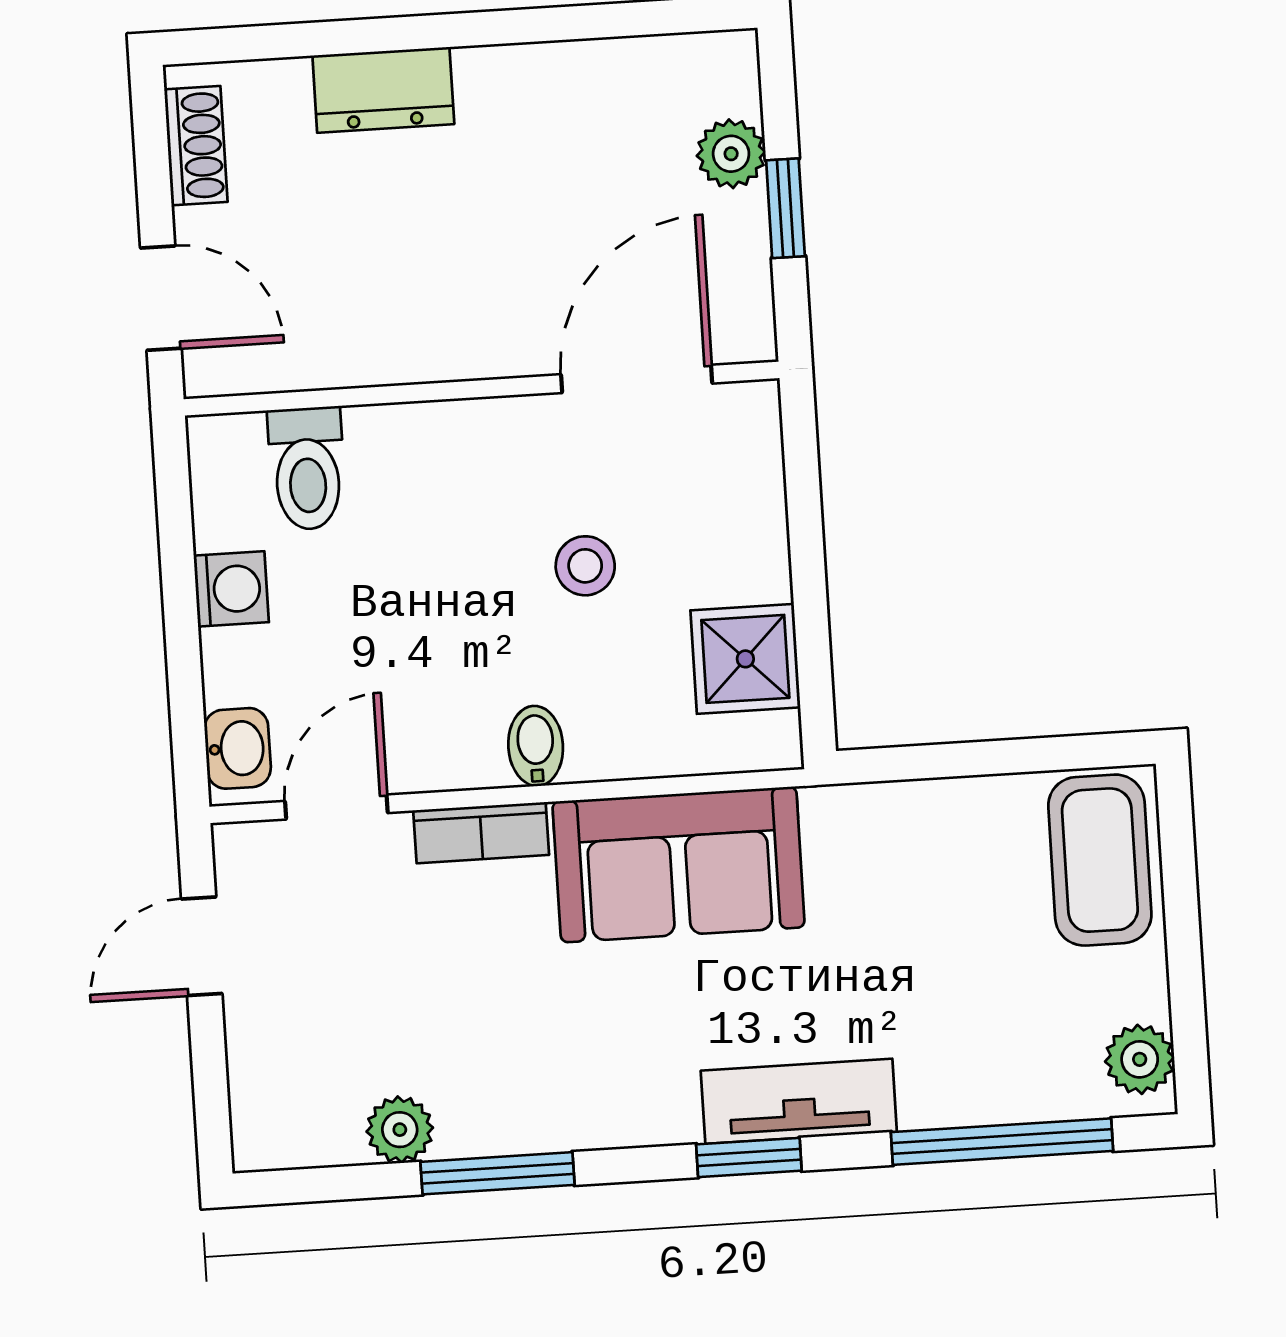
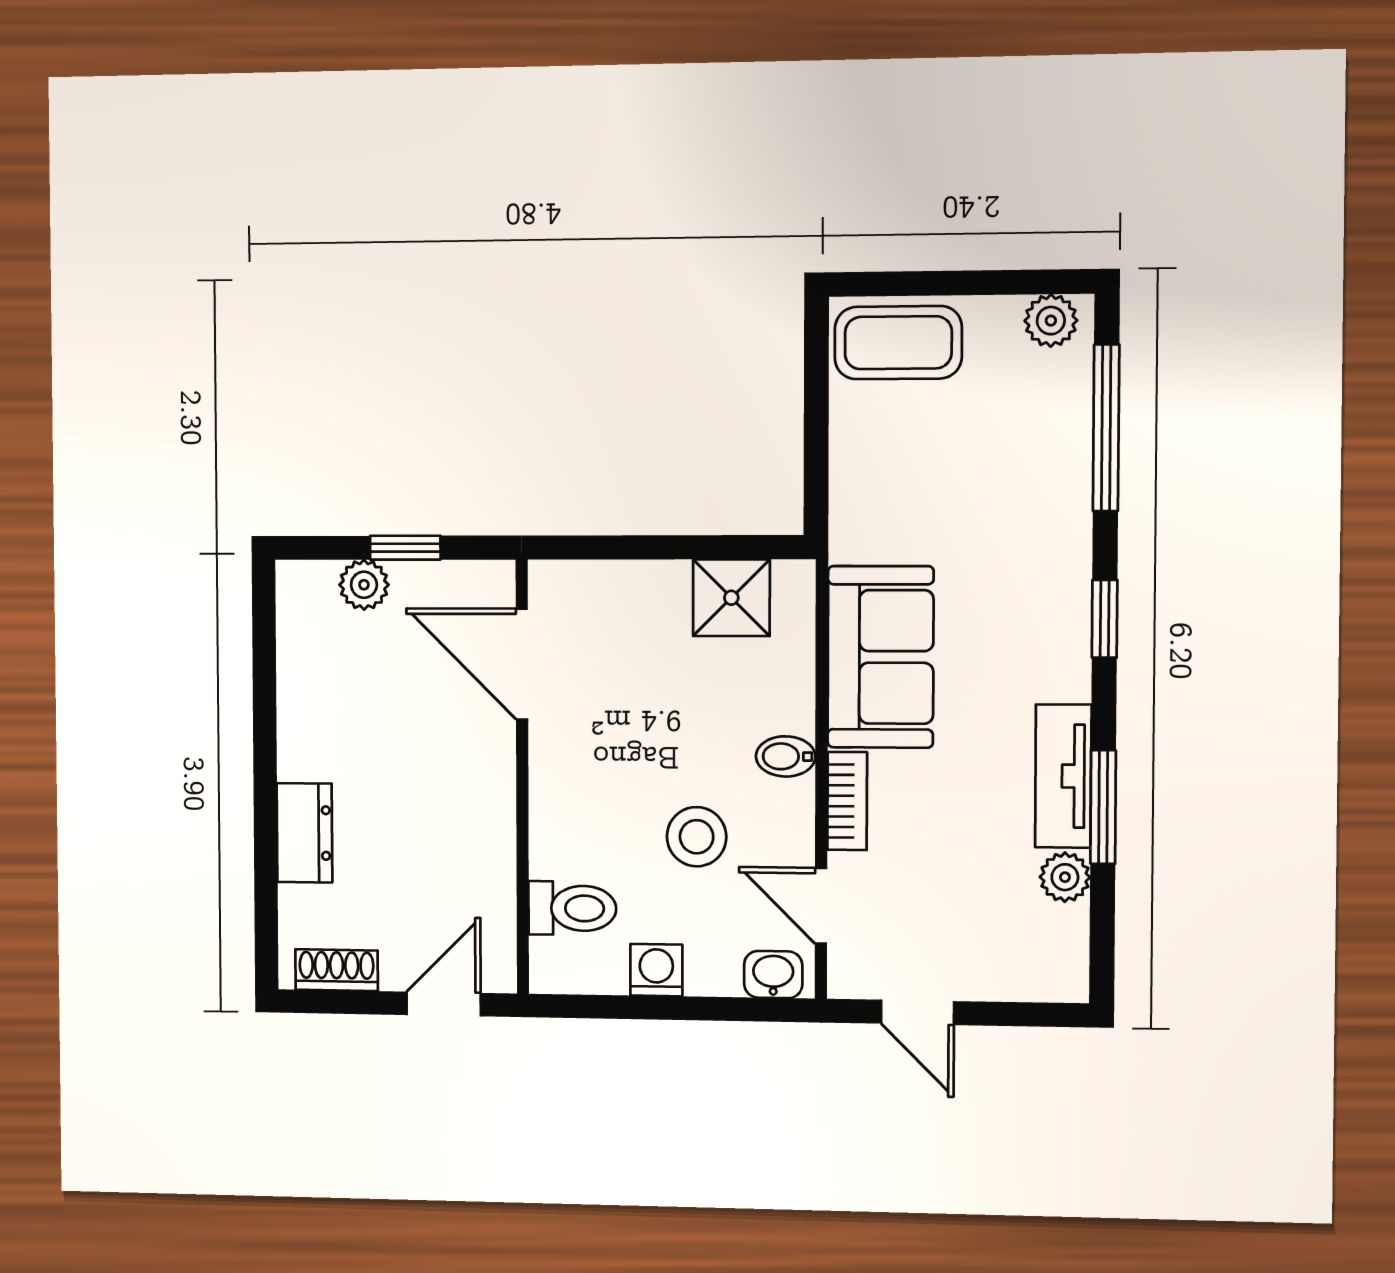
stool: (585, 566) -> (697, 837), moved, width x1.37, depth x1.37
tv unit: (799, 1101) -> (1063, 776), moved

